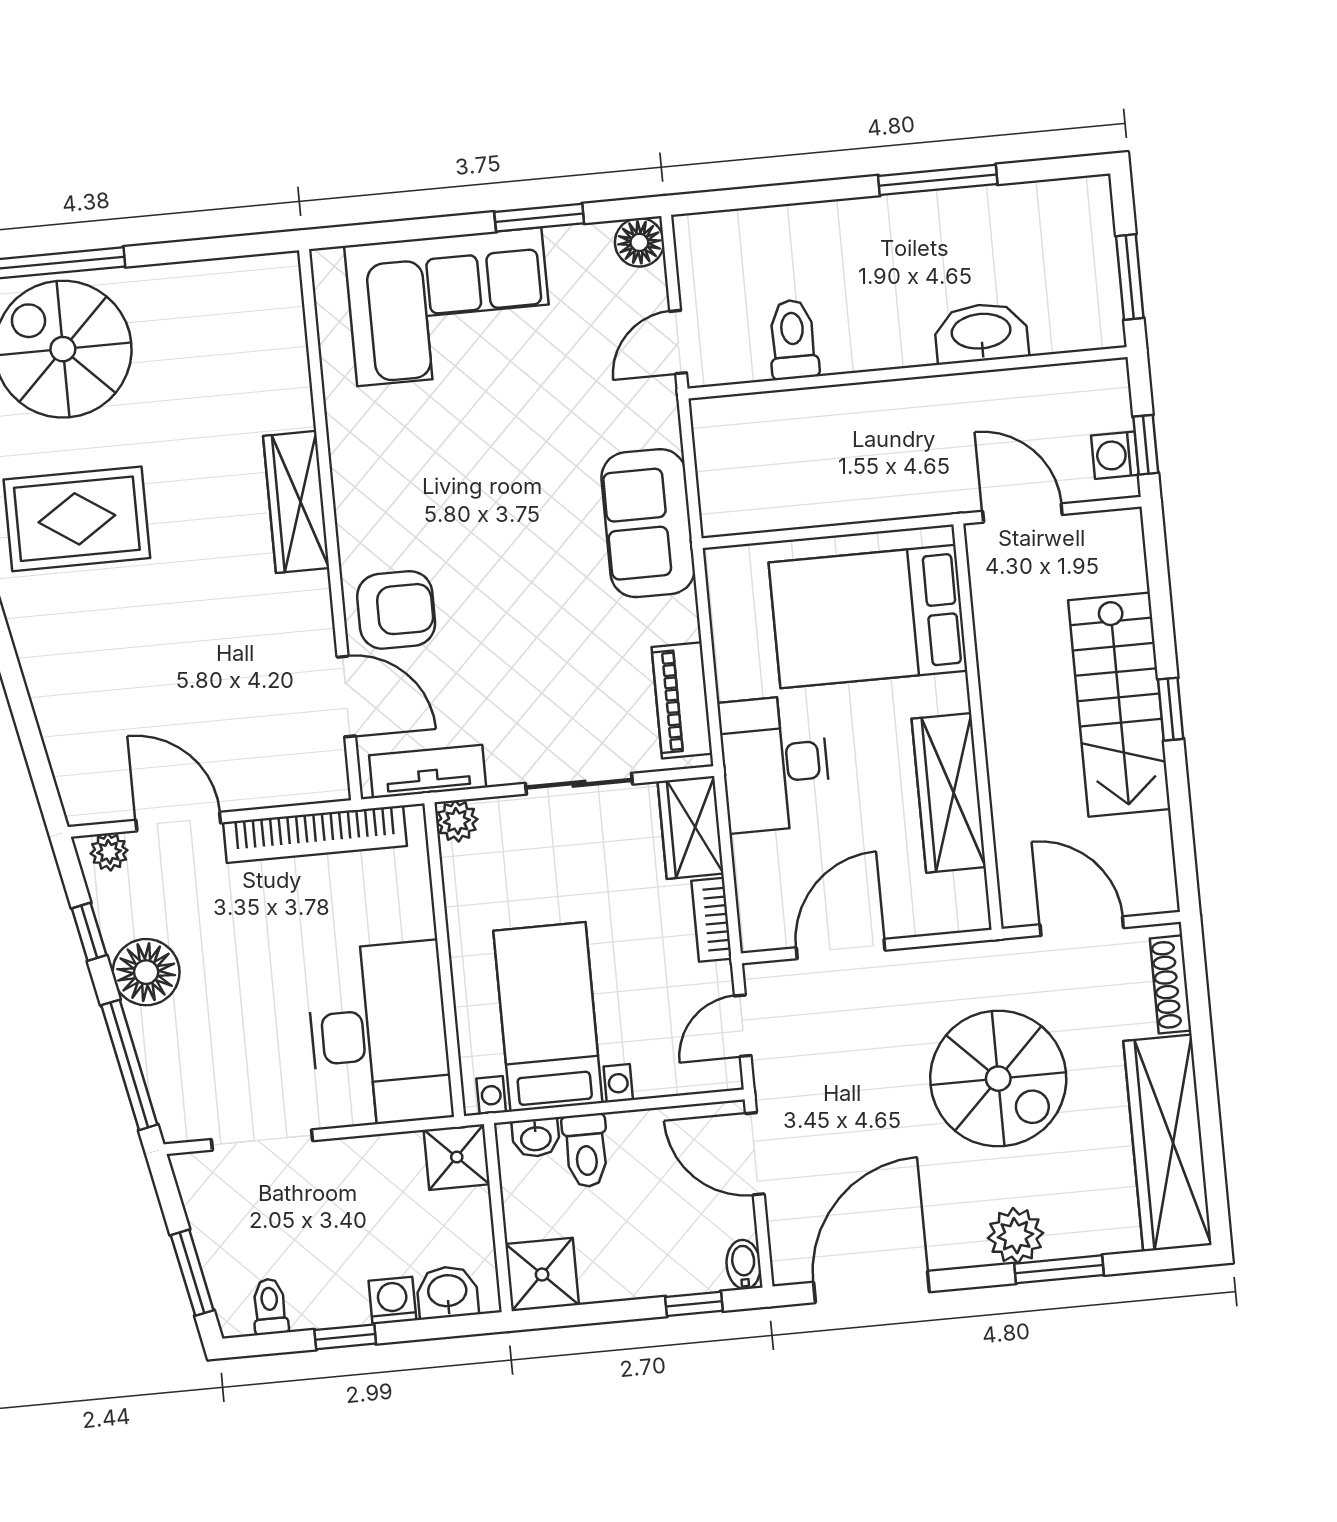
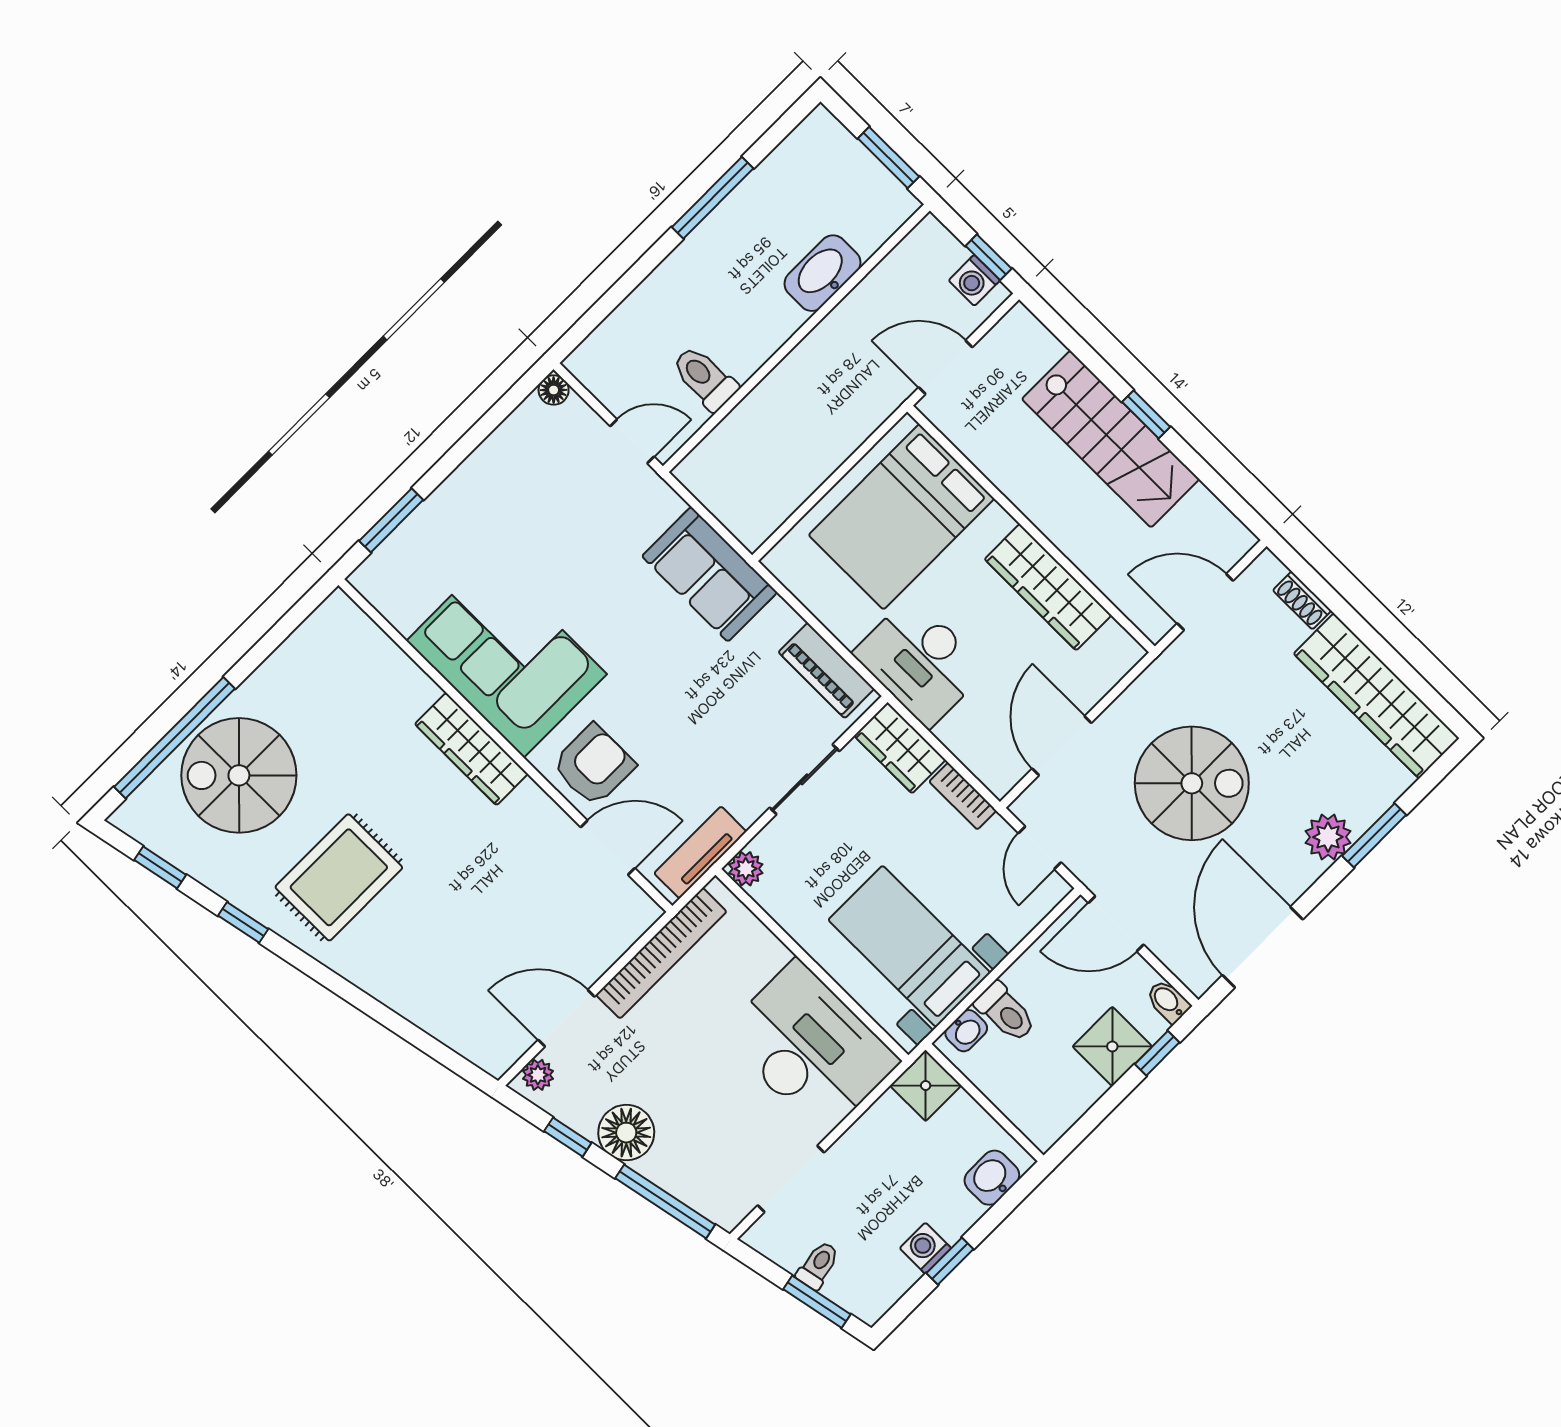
window: (539, 218) -> (391, 520), moved
floor lamp: (639, 242) -> (554, 390), width x0.73, depth x0.73
corner sofa: (449, 307) -> (507, 657), moved, turned -90
door: (678, 342) -> (632, 441), swing flipped
shoe rack: (1171, 984) -> (1302, 600), width x0.70
spiral stairs: (998, 1079) -> (1192, 783), moved
shower: (542, 1274) -> (1112, 1046), moved
washing machine: (392, 1301) -> (925, 1248), moved
toilet: (270, 1307) -> (818, 1265), moved, turned 79

